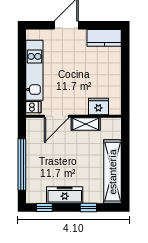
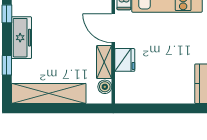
fridge: (98, 106) -> (125, 60), moved
boiler: (107, 124) -> (105, 87), added

